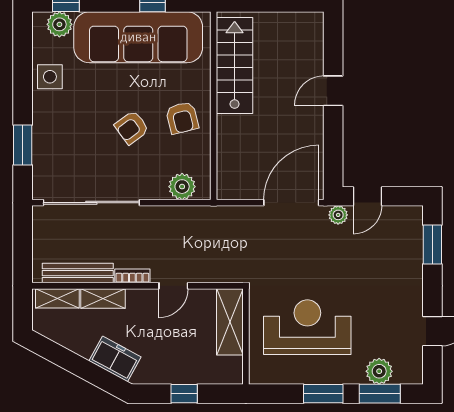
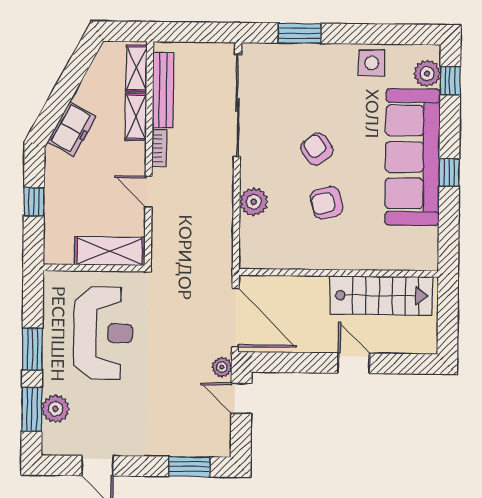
stairs: (235, 66) -> (381, 296), moved
wall: (214, 106) -> (339, 273), moved

